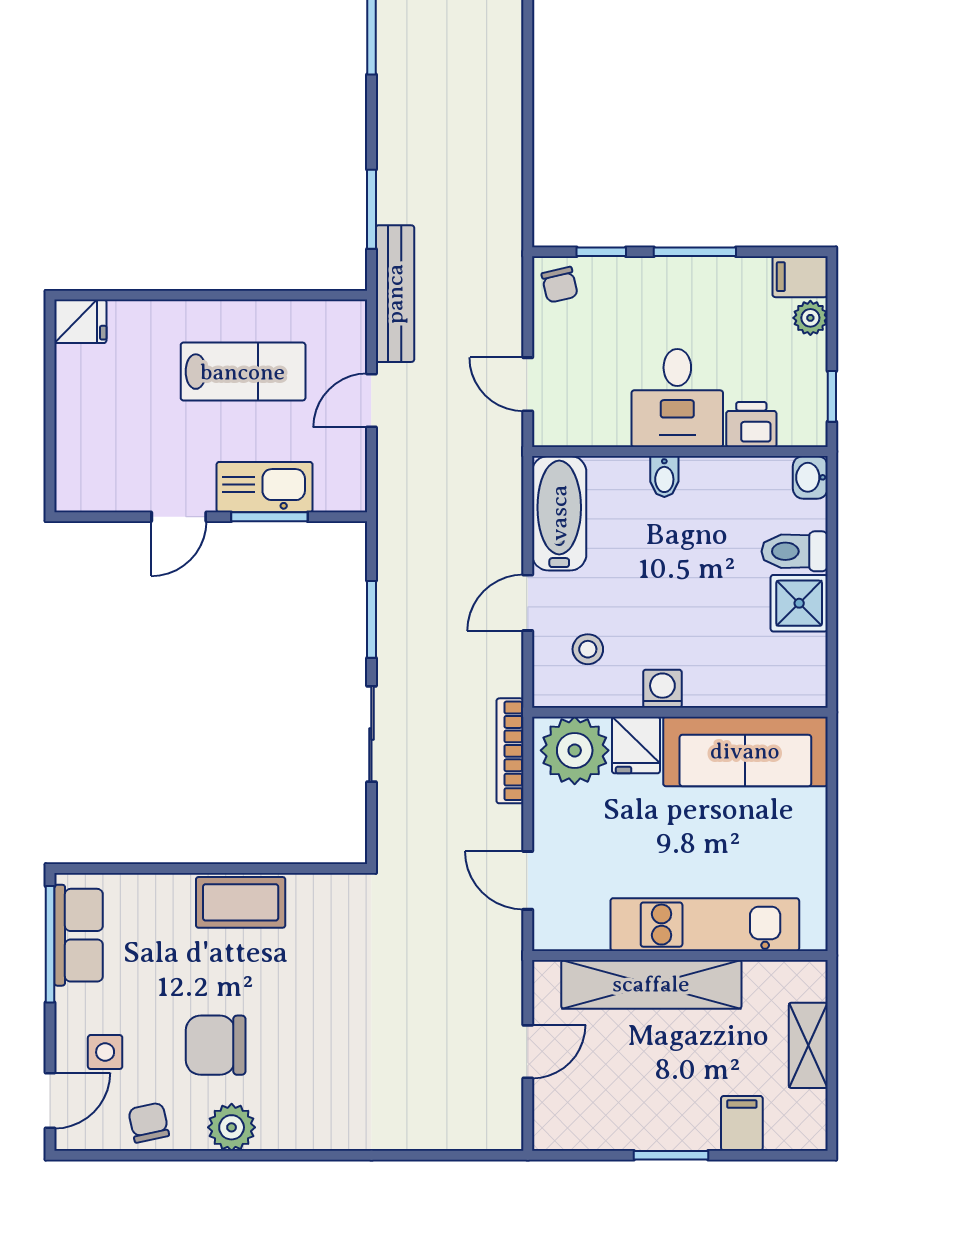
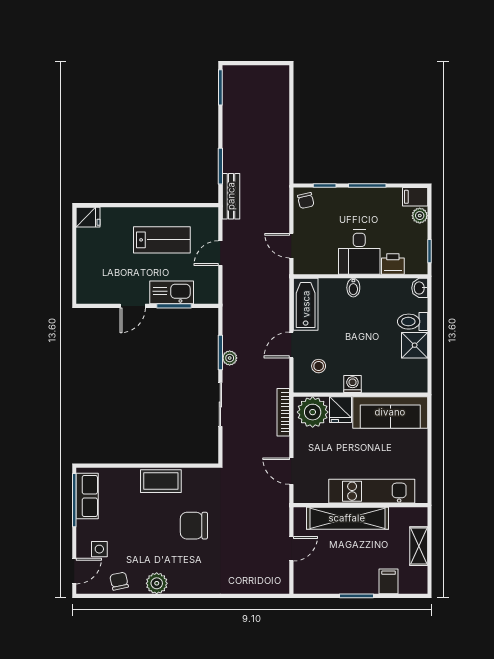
bench: (395, 294) -> (231, 196), width x0.73
plant: (392, 631) -> (230, 358), added
chair: (216, 1045) -> (194, 526), moved

